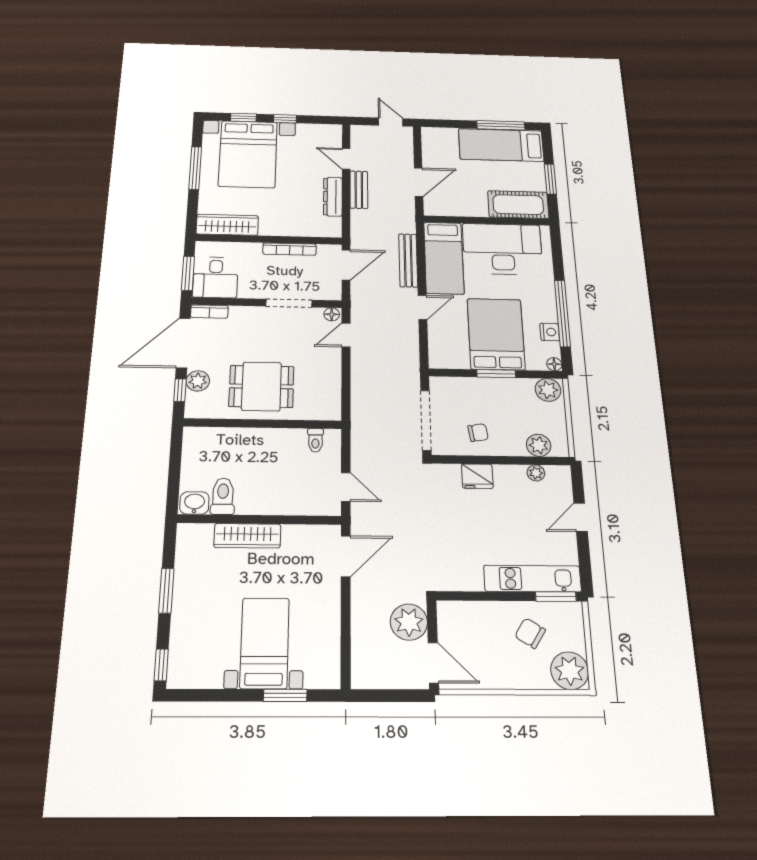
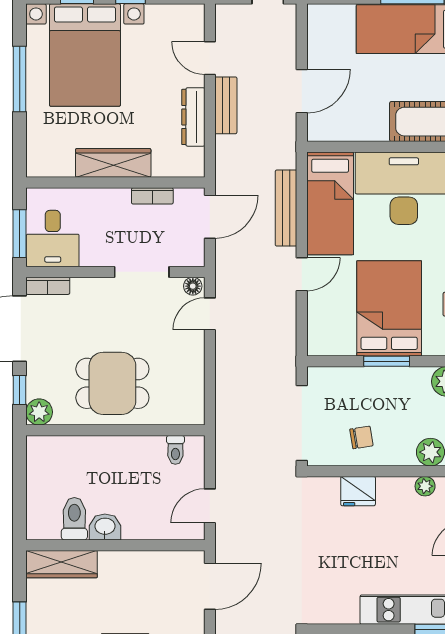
wardrobe: (227, 225) -> (113, 163), moved
bookcase: (290, 249) -> (152, 196), width x0.64
plant: (198, 381) -> (39, 412), moved
door: (346, 487) -> (210, 506), swing flipped
washbasin: (194, 503) -> (105, 527), moved
wardrobe: (247, 536) -> (62, 564), moved

